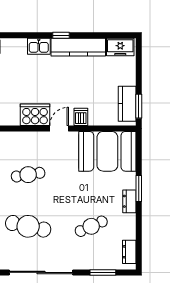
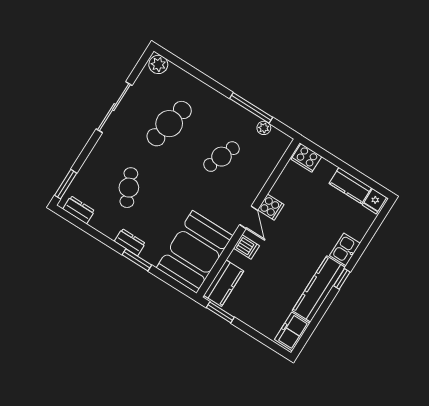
kitchen counter: (127, 104) -> (224, 283), moved, turned 90
cooker: (35, 115) -> (271, 207), width x0.53, depth x0.76
cafe table: (28, 175) -> (221, 157), turned 30
sliding door: (41, 272) -> (114, 107), width x0.73
window: (103, 272) -> (66, 184), moved

